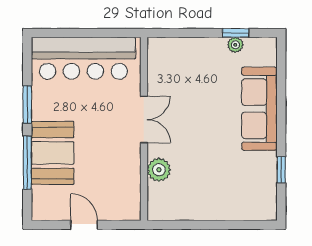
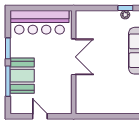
double door: (144, 120) -> (74, 57), width x1.37
plant: (159, 170) -> (82, 85), removed

